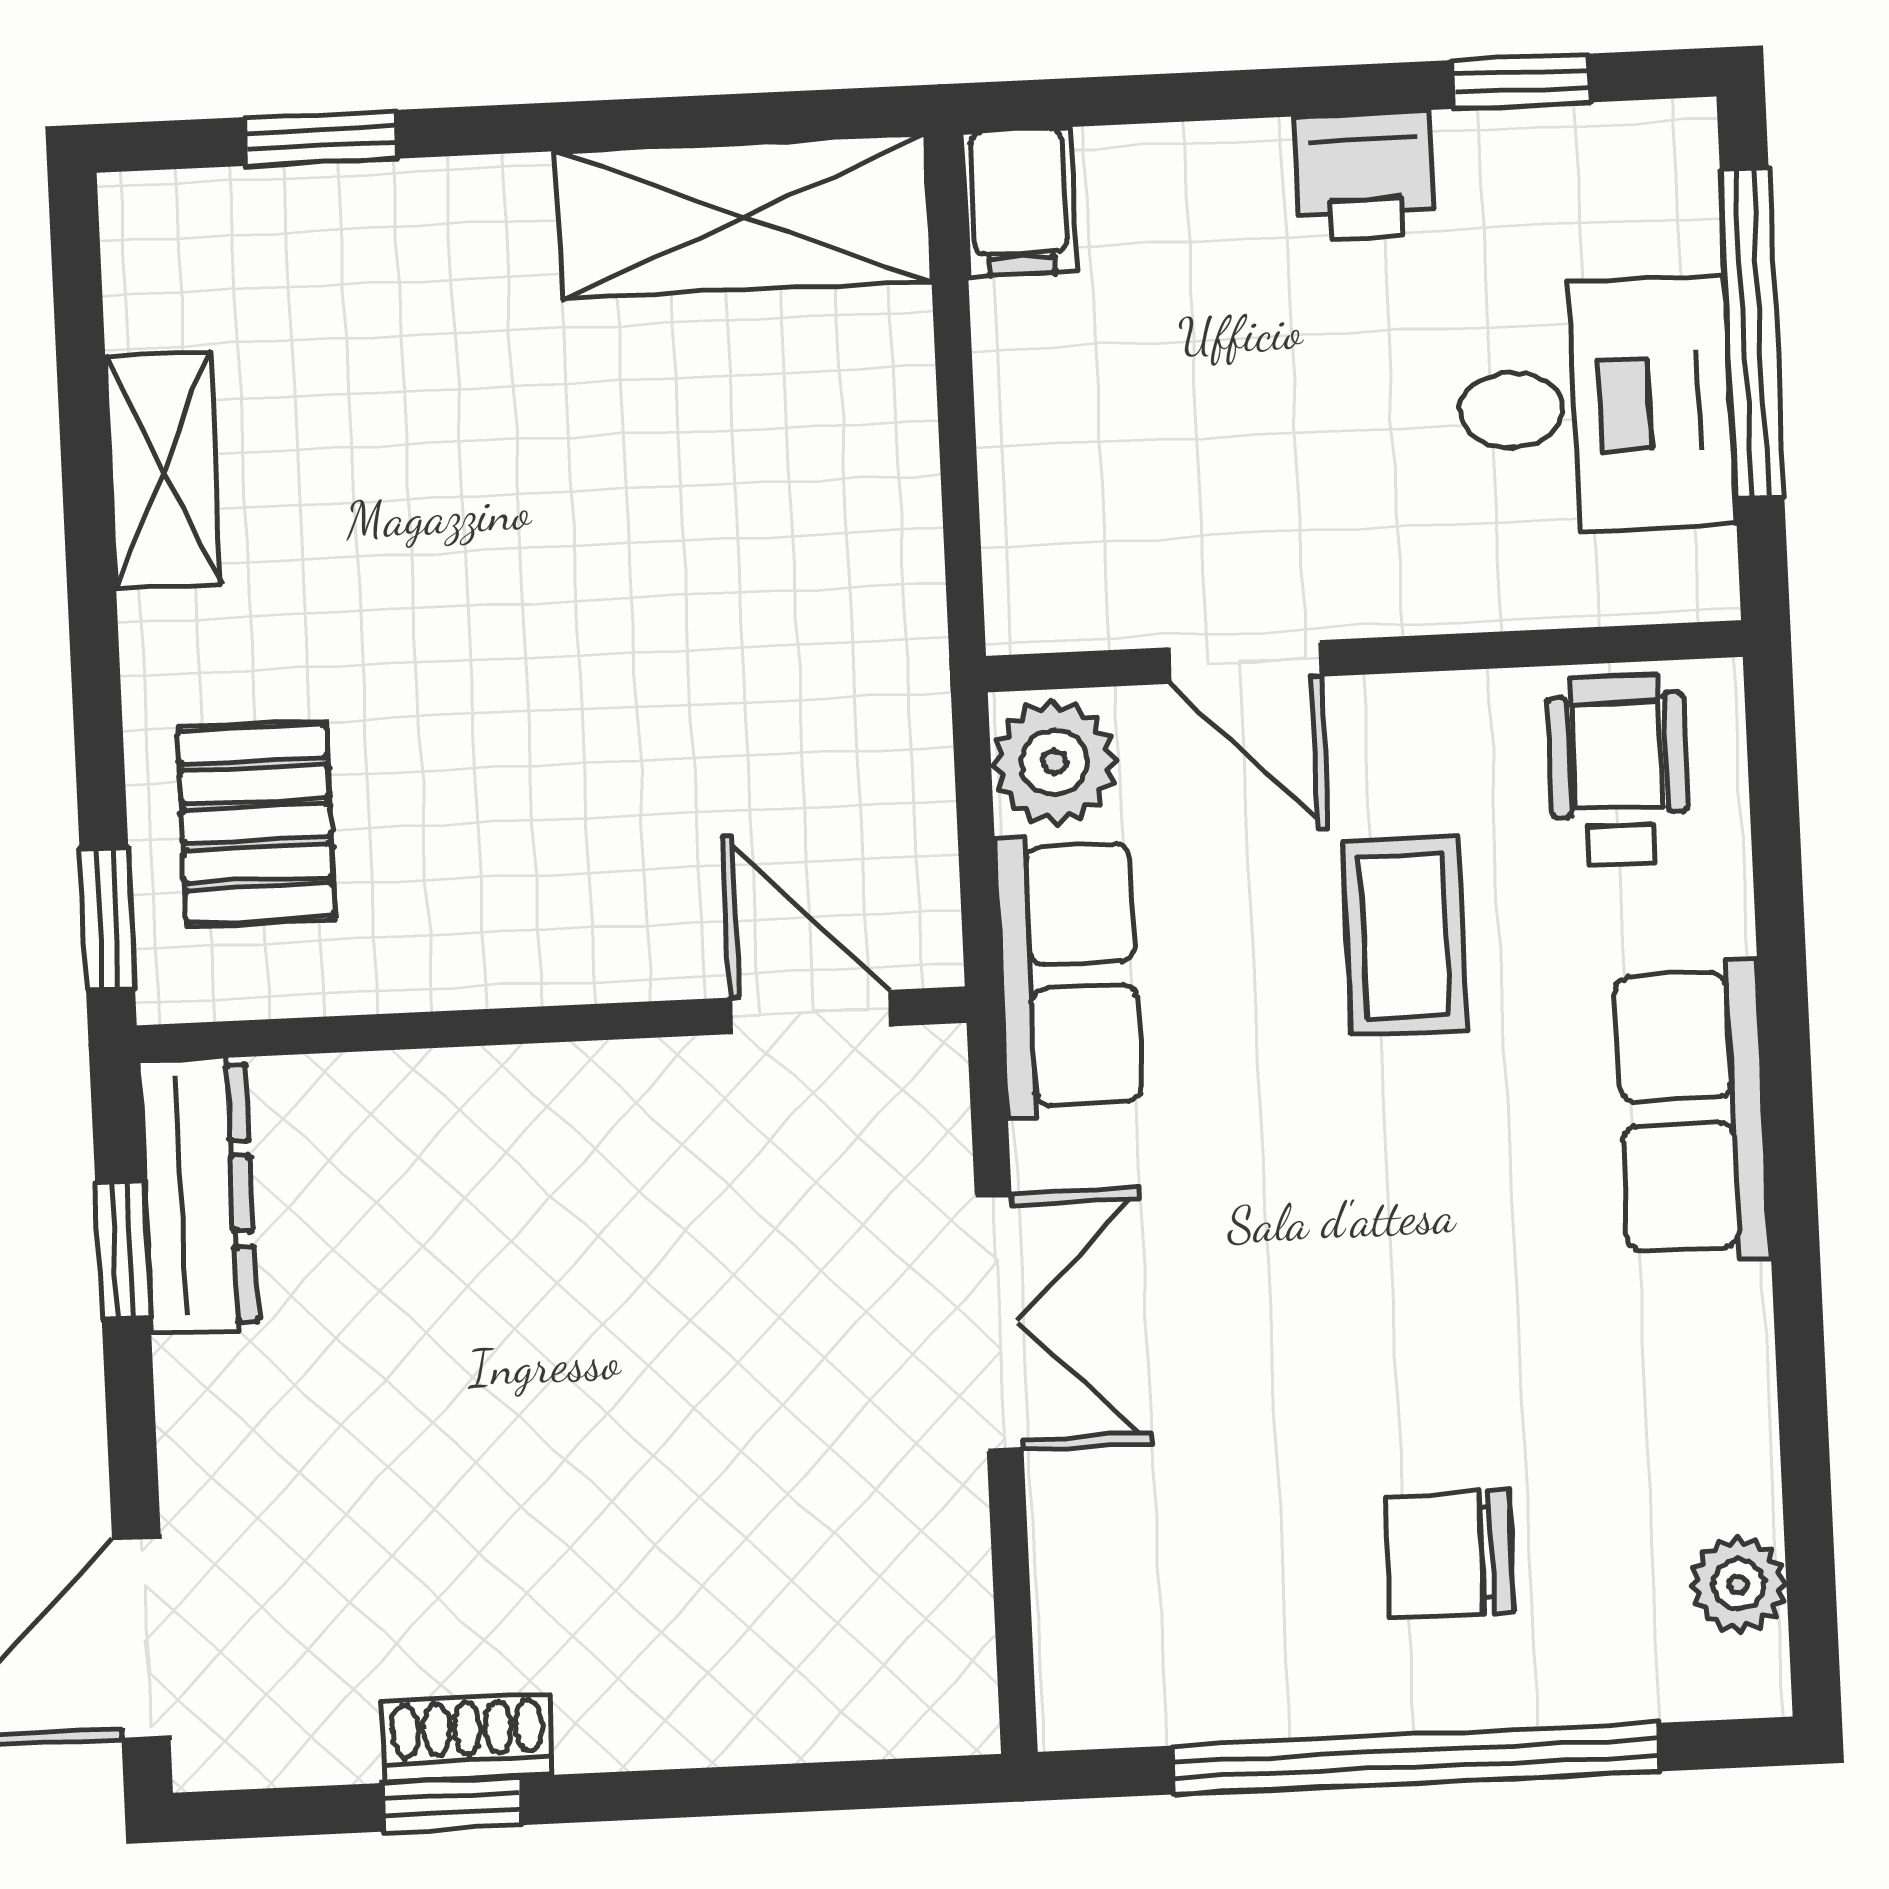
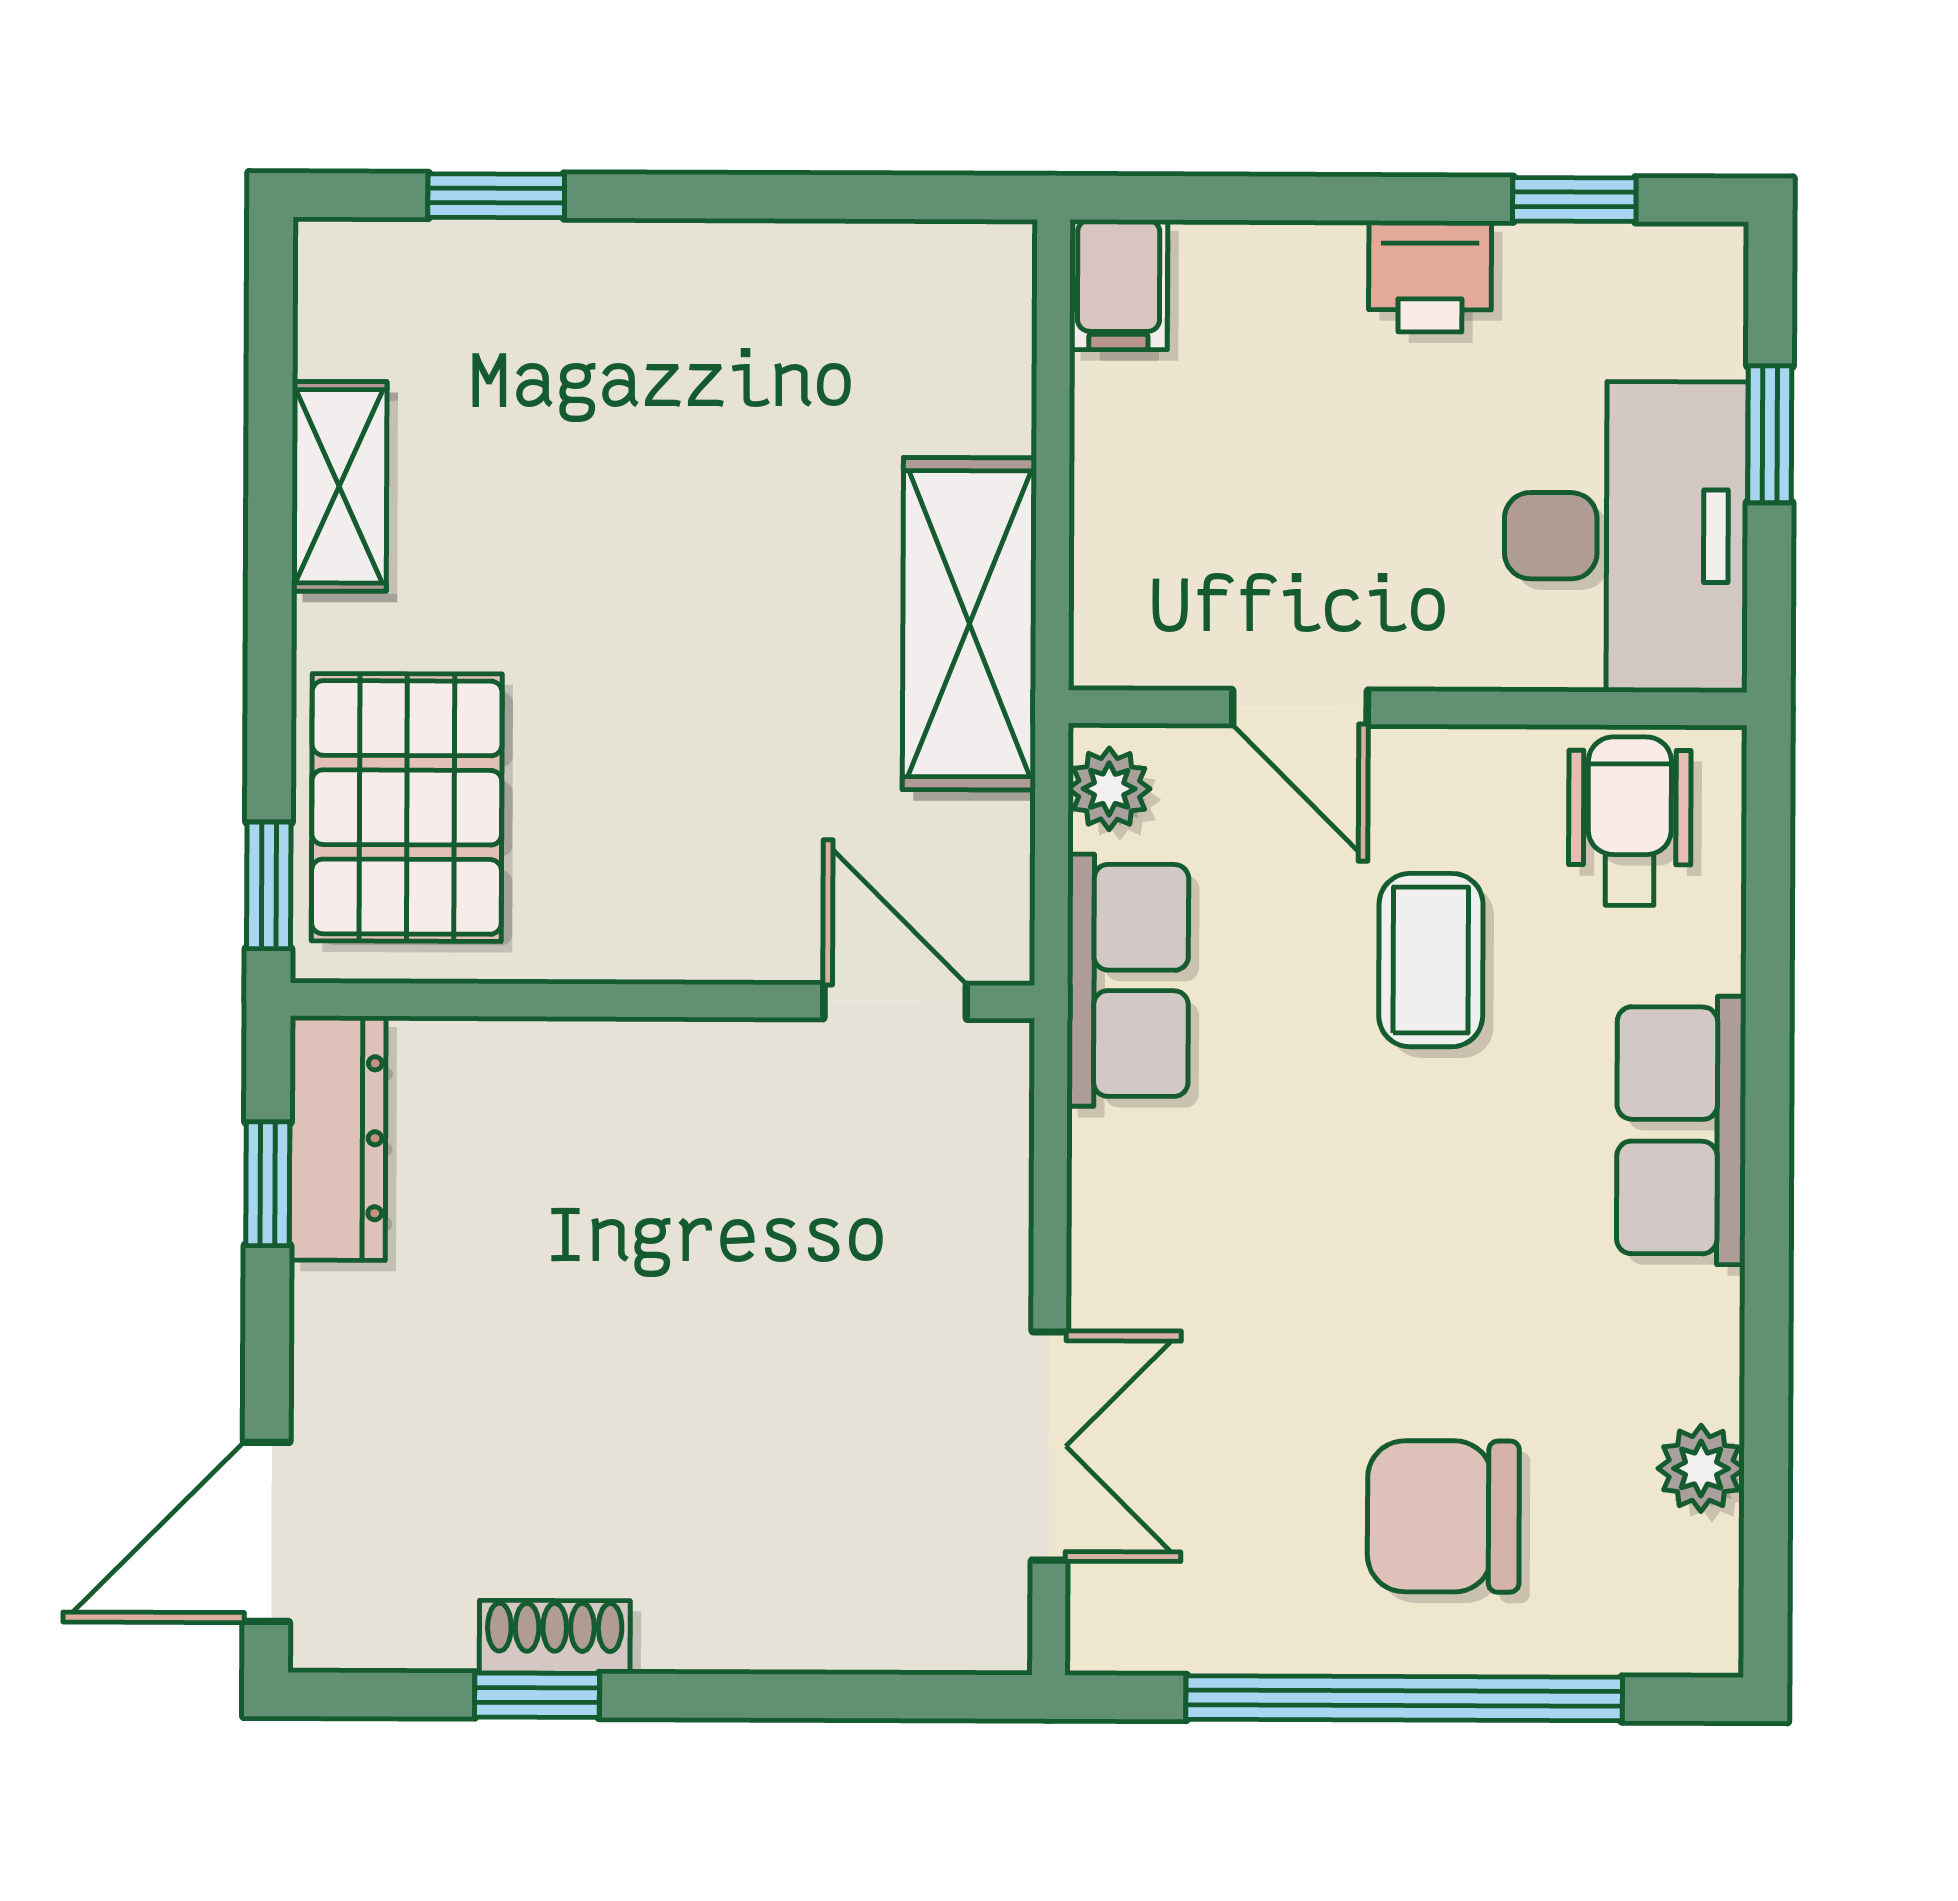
shelving: (743, 216) -> (969, 624), moved, turned 90
window: (1752, 332) -> (1770, 434), width x0.46
desk: (1596, 406) -> (1626, 536), width x1.37
plant: (1054, 763) -> (1109, 789), width x0.73, depth x0.73
pallet: (256, 824) -> (407, 807), width x1.50, depth x1.42
double door: (999, 1322) -> (1049, 1446), moved
chair: (1450, 1554) -> (1443, 1516), width x1.37, depth x1.37
plant: (1738, 1585) -> (1701, 1468), moved

